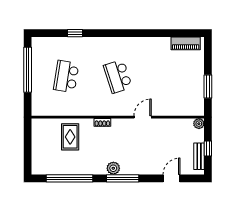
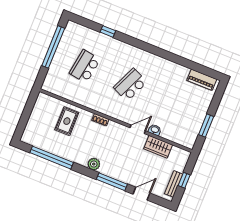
school desk: (118, 76) -> (130, 85), turned 42
washbasin: (159, 111) -> (155, 130), added
plant: (199, 124) -> (185, 155), removed
wardrobe: (169, 126) -> (158, 147), added
window: (123, 178) -> (112, 182), moved

